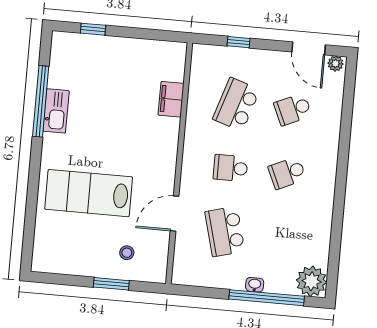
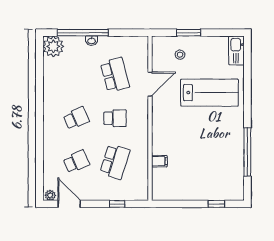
filing cabinet: (171, 99) -> (159, 161), width x0.50
kitchen sink: (56, 111) -> (237, 50), moved

